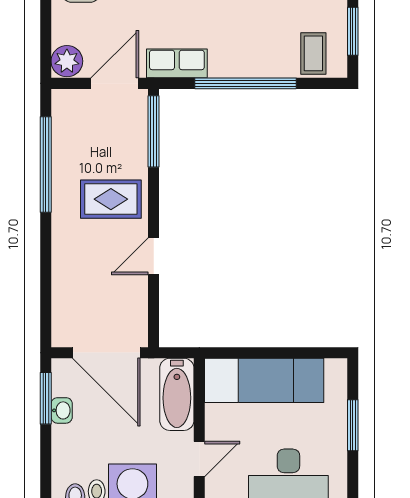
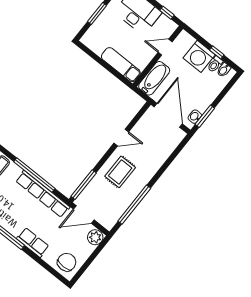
row of seats: (177, 63) -> (43, 194), width x2.02
rug: (111, 199) -> (120, 172), turned 90
exam couch: (264, 380) -> (121, 65), width x0.73, depth x0.69
washbasin: (62, 410) -> (195, 117), moved

